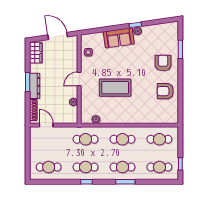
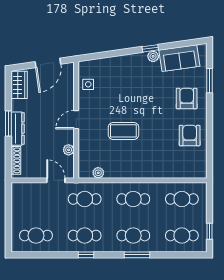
door: (58, 36) -> (48, 63), swing flipped
sofa: (119, 38) -> (179, 58), moved
coffee table: (115, 88) -> (123, 131), width x0.73, depth x0.76
armchair: (165, 91) -> (190, 136), turned 90
door: (46, 125) -> (56, 180), moved

